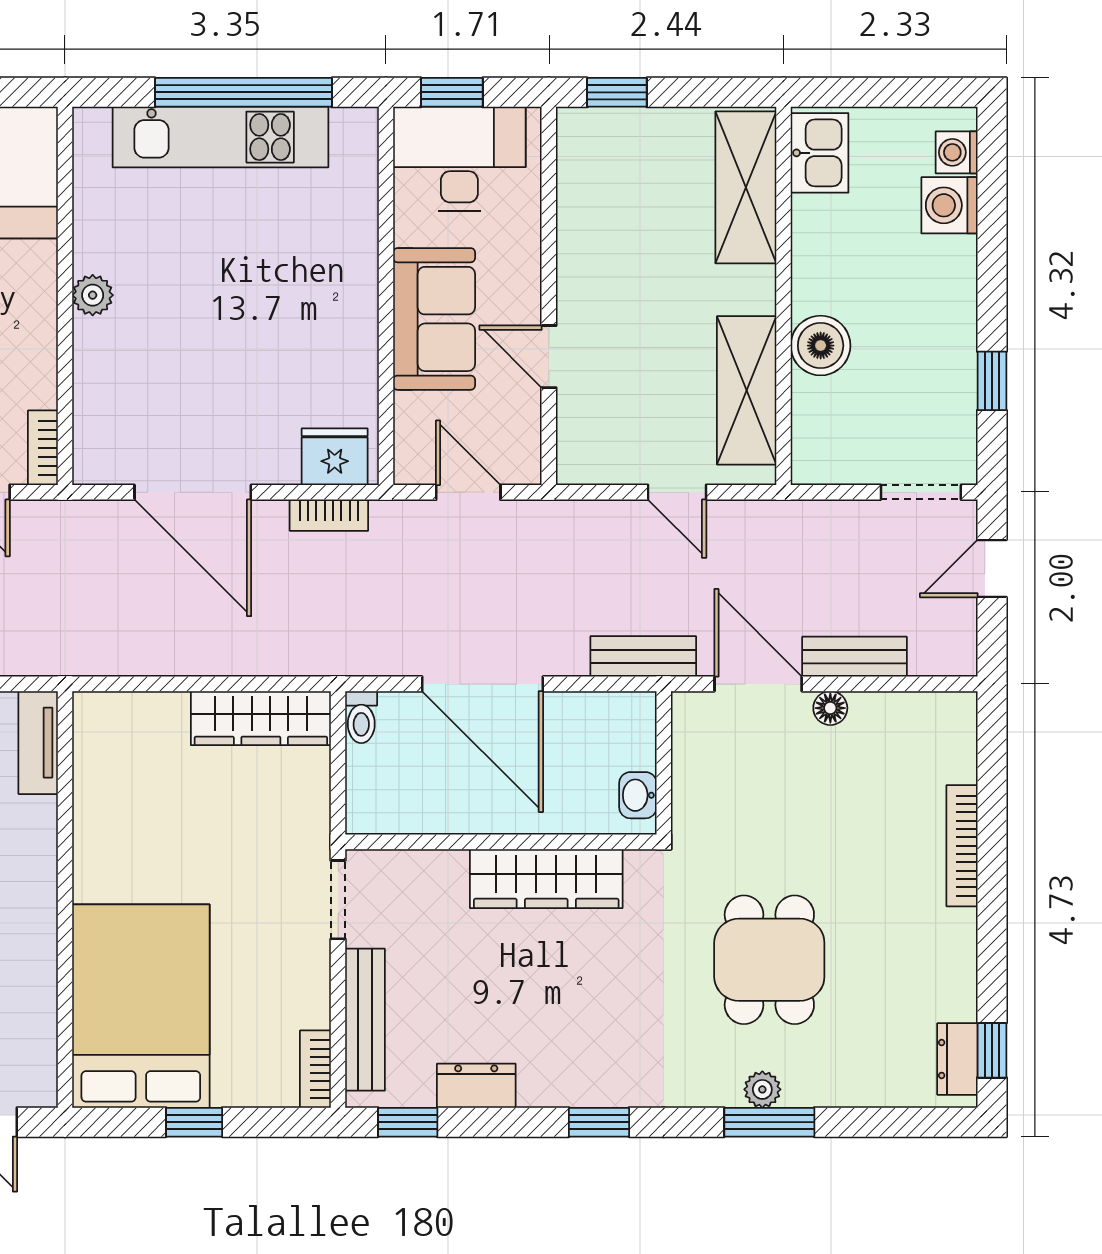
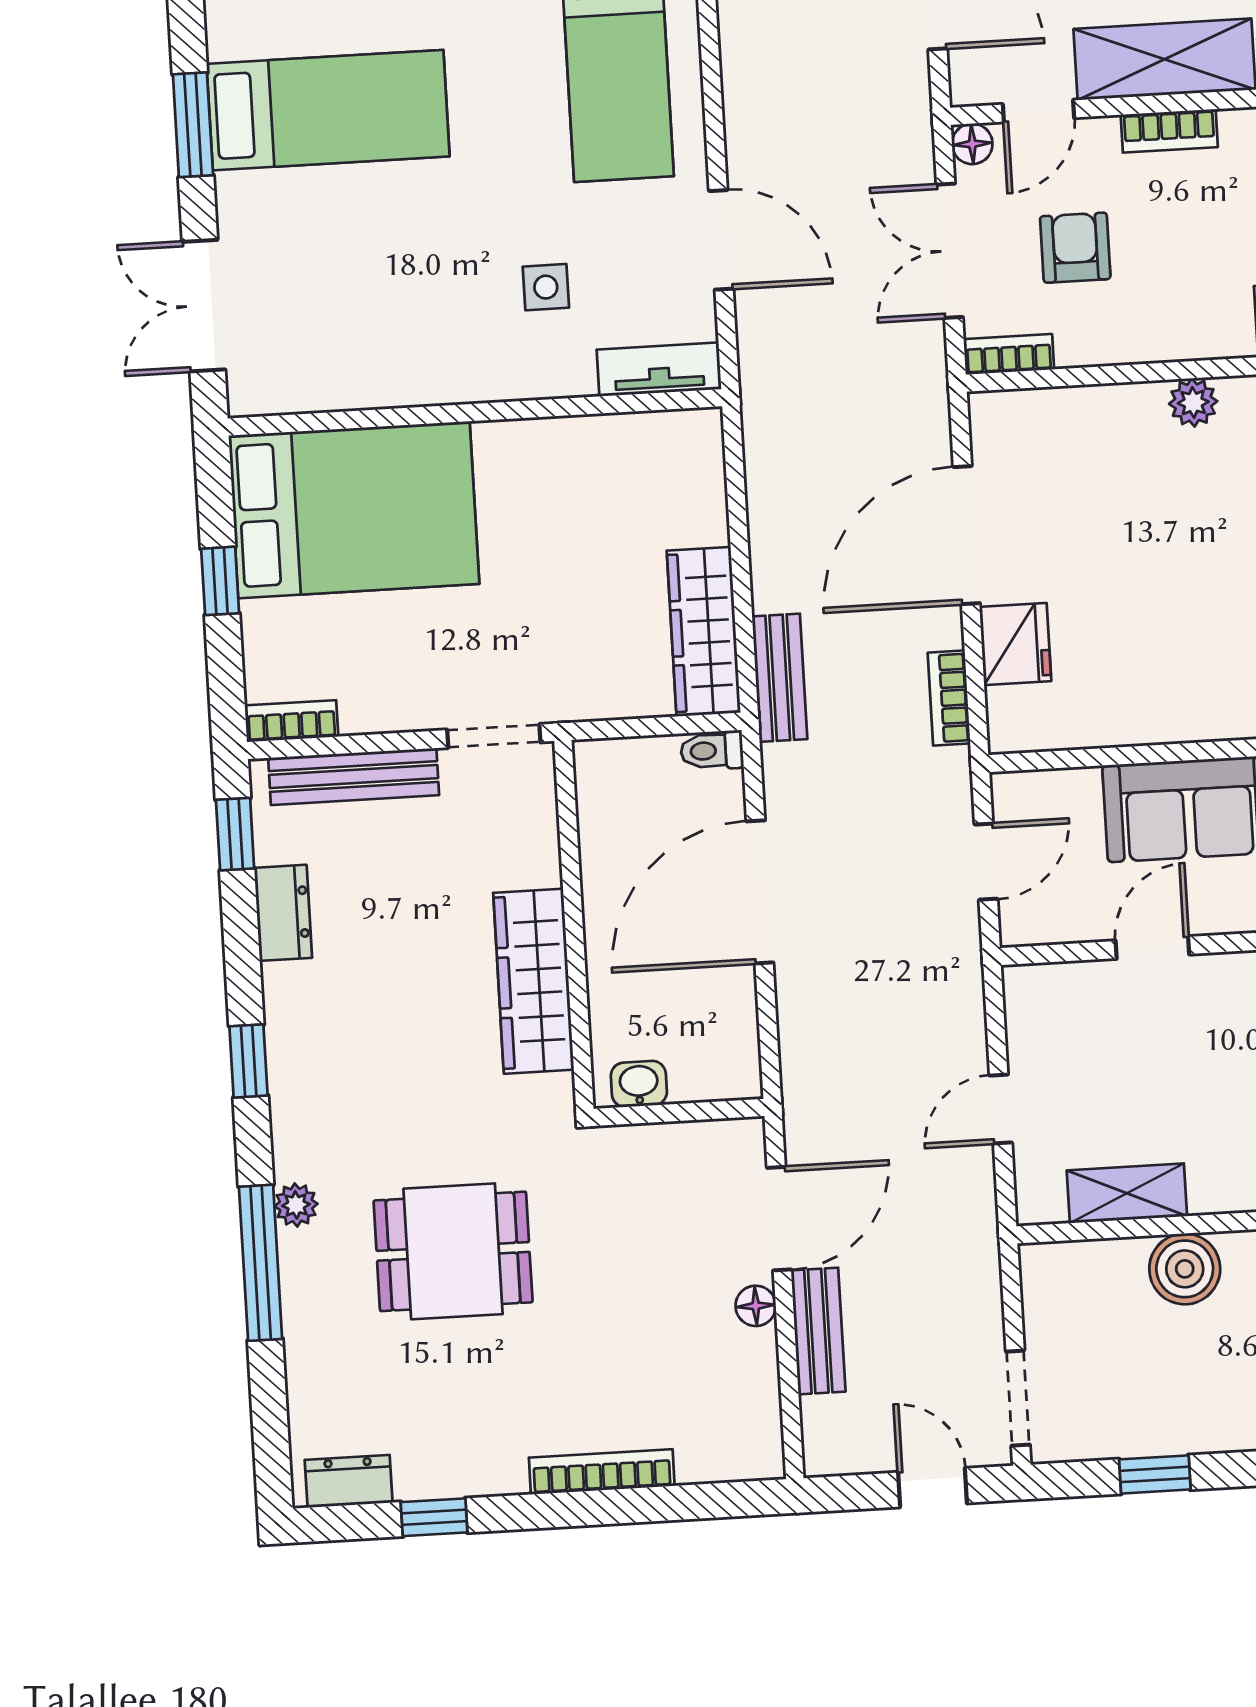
shelving: (747, 390) -> (1127, 1193), width x0.67, depth x0.75
fridge: (335, 457) -> (1015, 644), moved
bench: (643, 656) -> (780, 678), moved
window: (992, 1050) -> (434, 1517), moved
plant: (762, 1089) -> (296, 1205), moved
window: (769, 1122) -> (261, 1263), width x1.44

